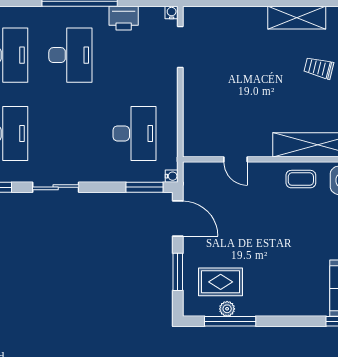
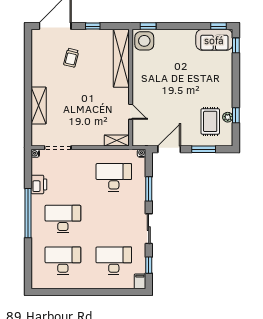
shelving: (297, 18) -> (39, 105), moved
shelving: (191, 138) -> (117, 141), added
door: (236, 159) -> (131, 112), hinge flipped
coffee table: (301, 179) -> (143, 69), removed
window: (145, 187) -> (149, 189), moved
window: (230, 321) -> (236, 115), width x0.46

